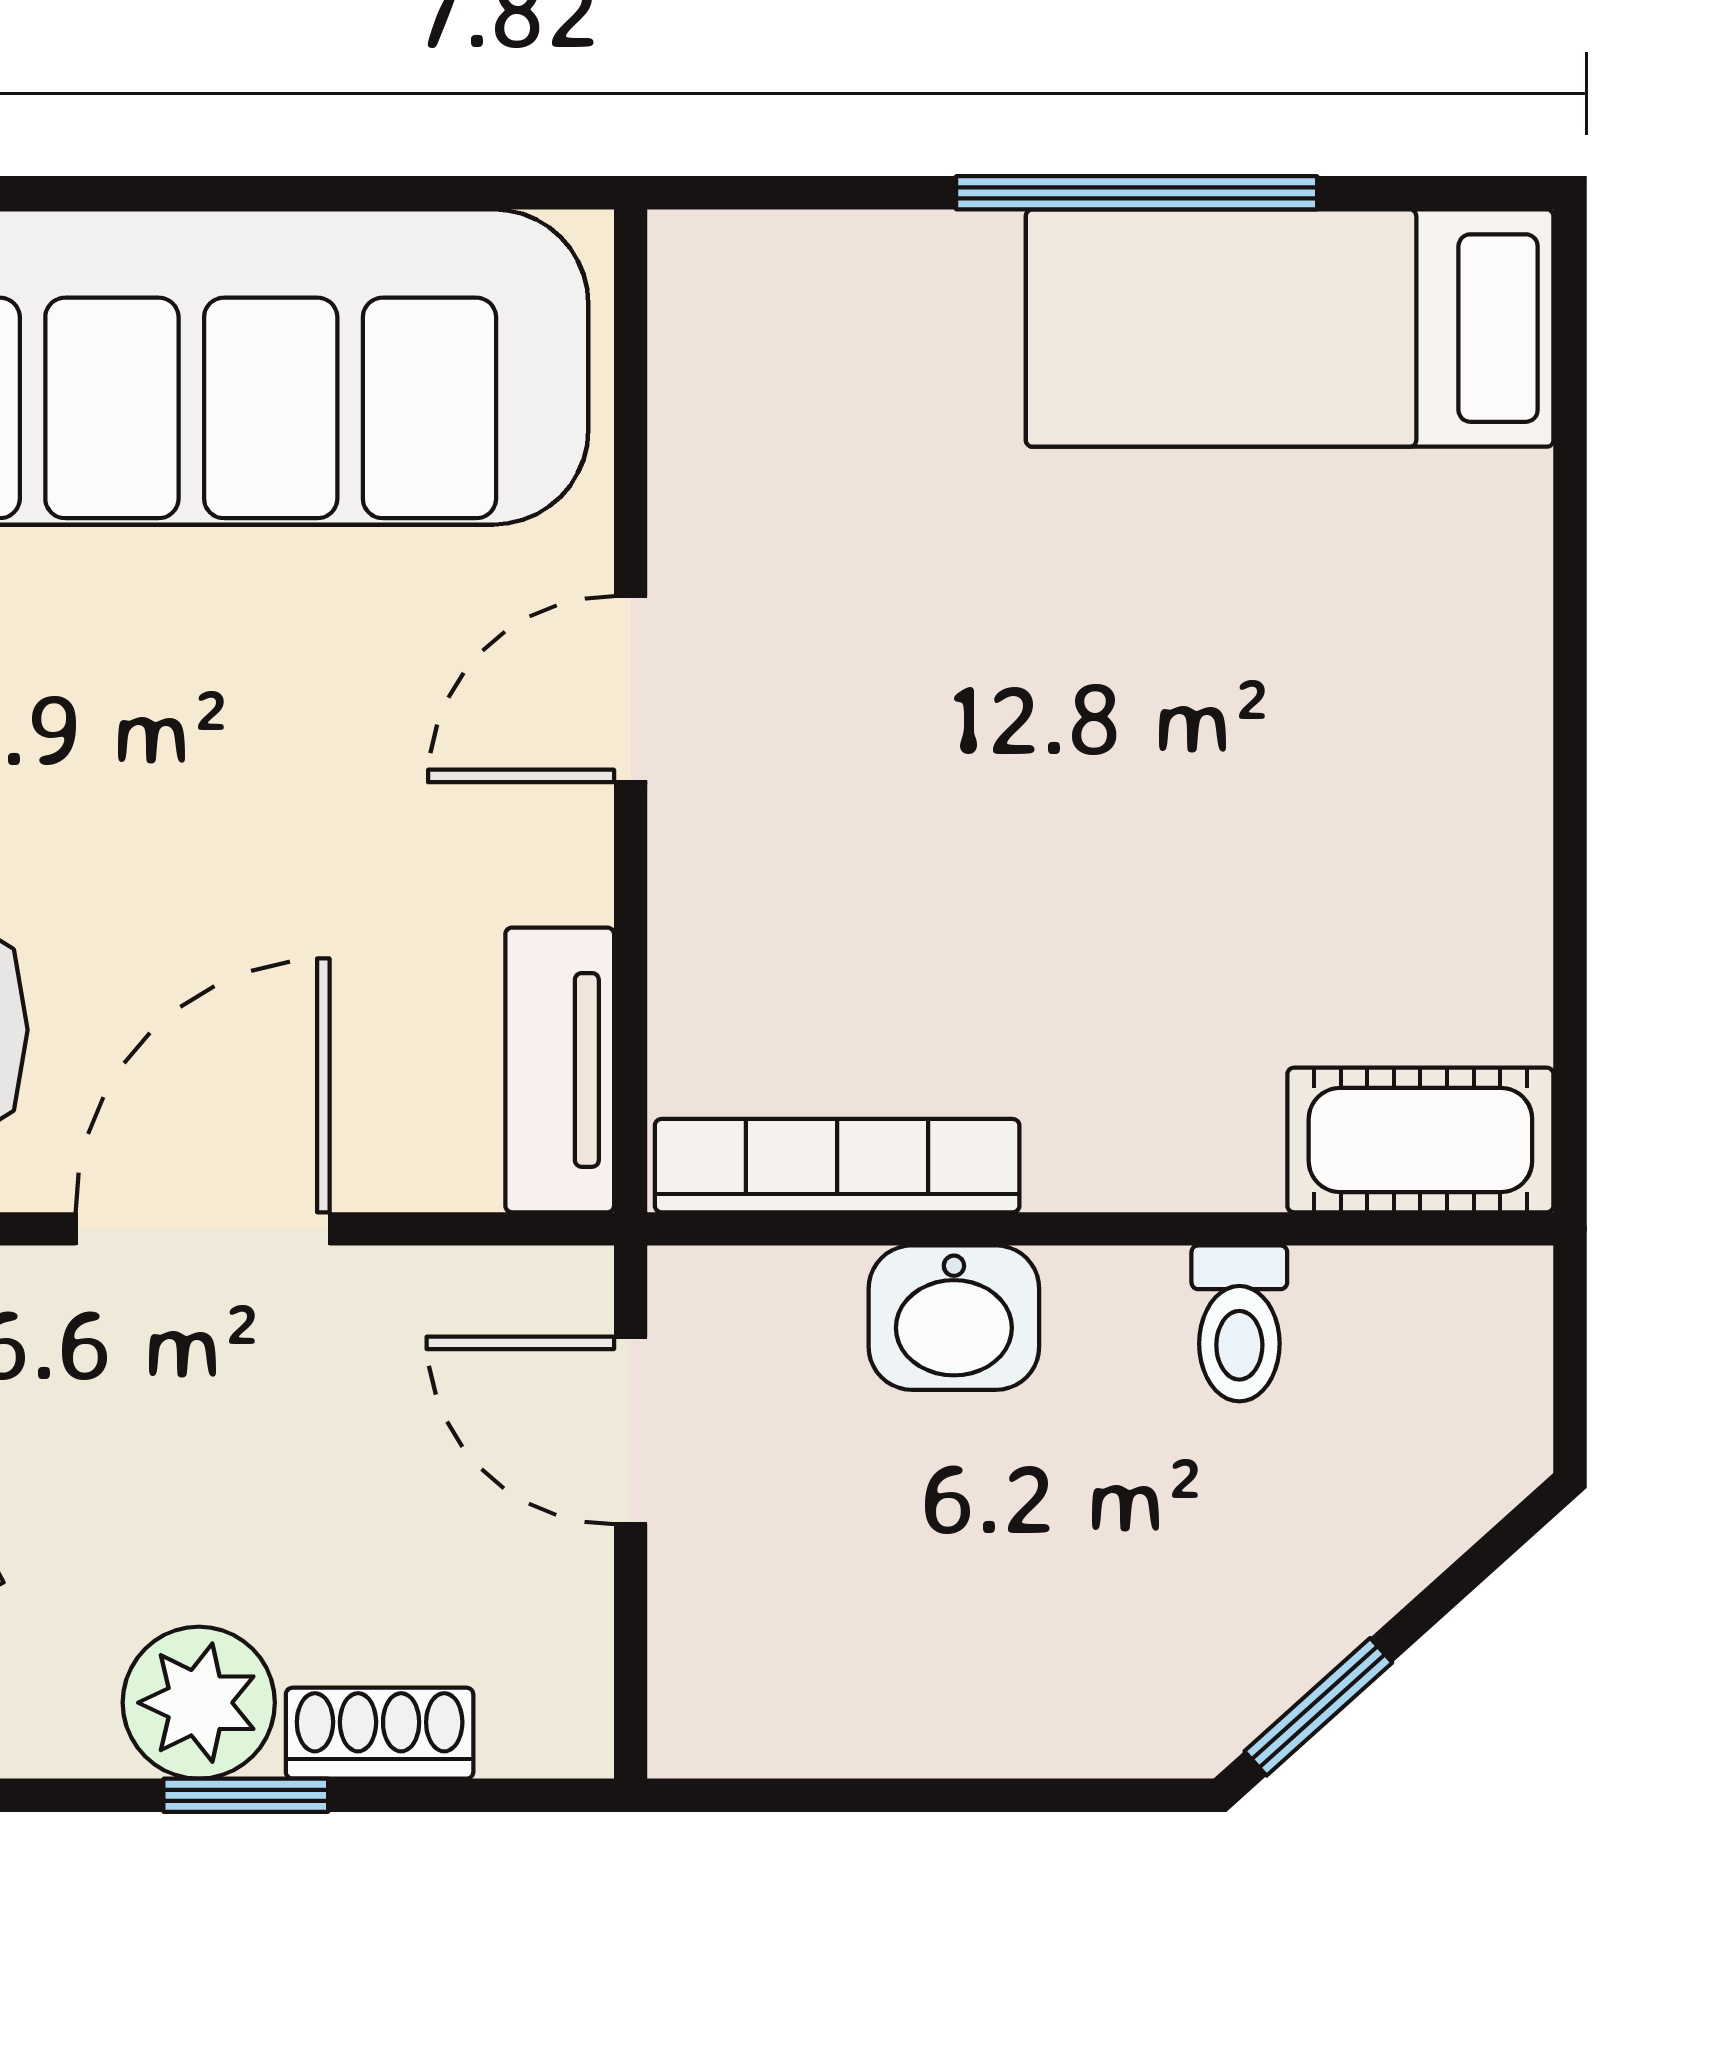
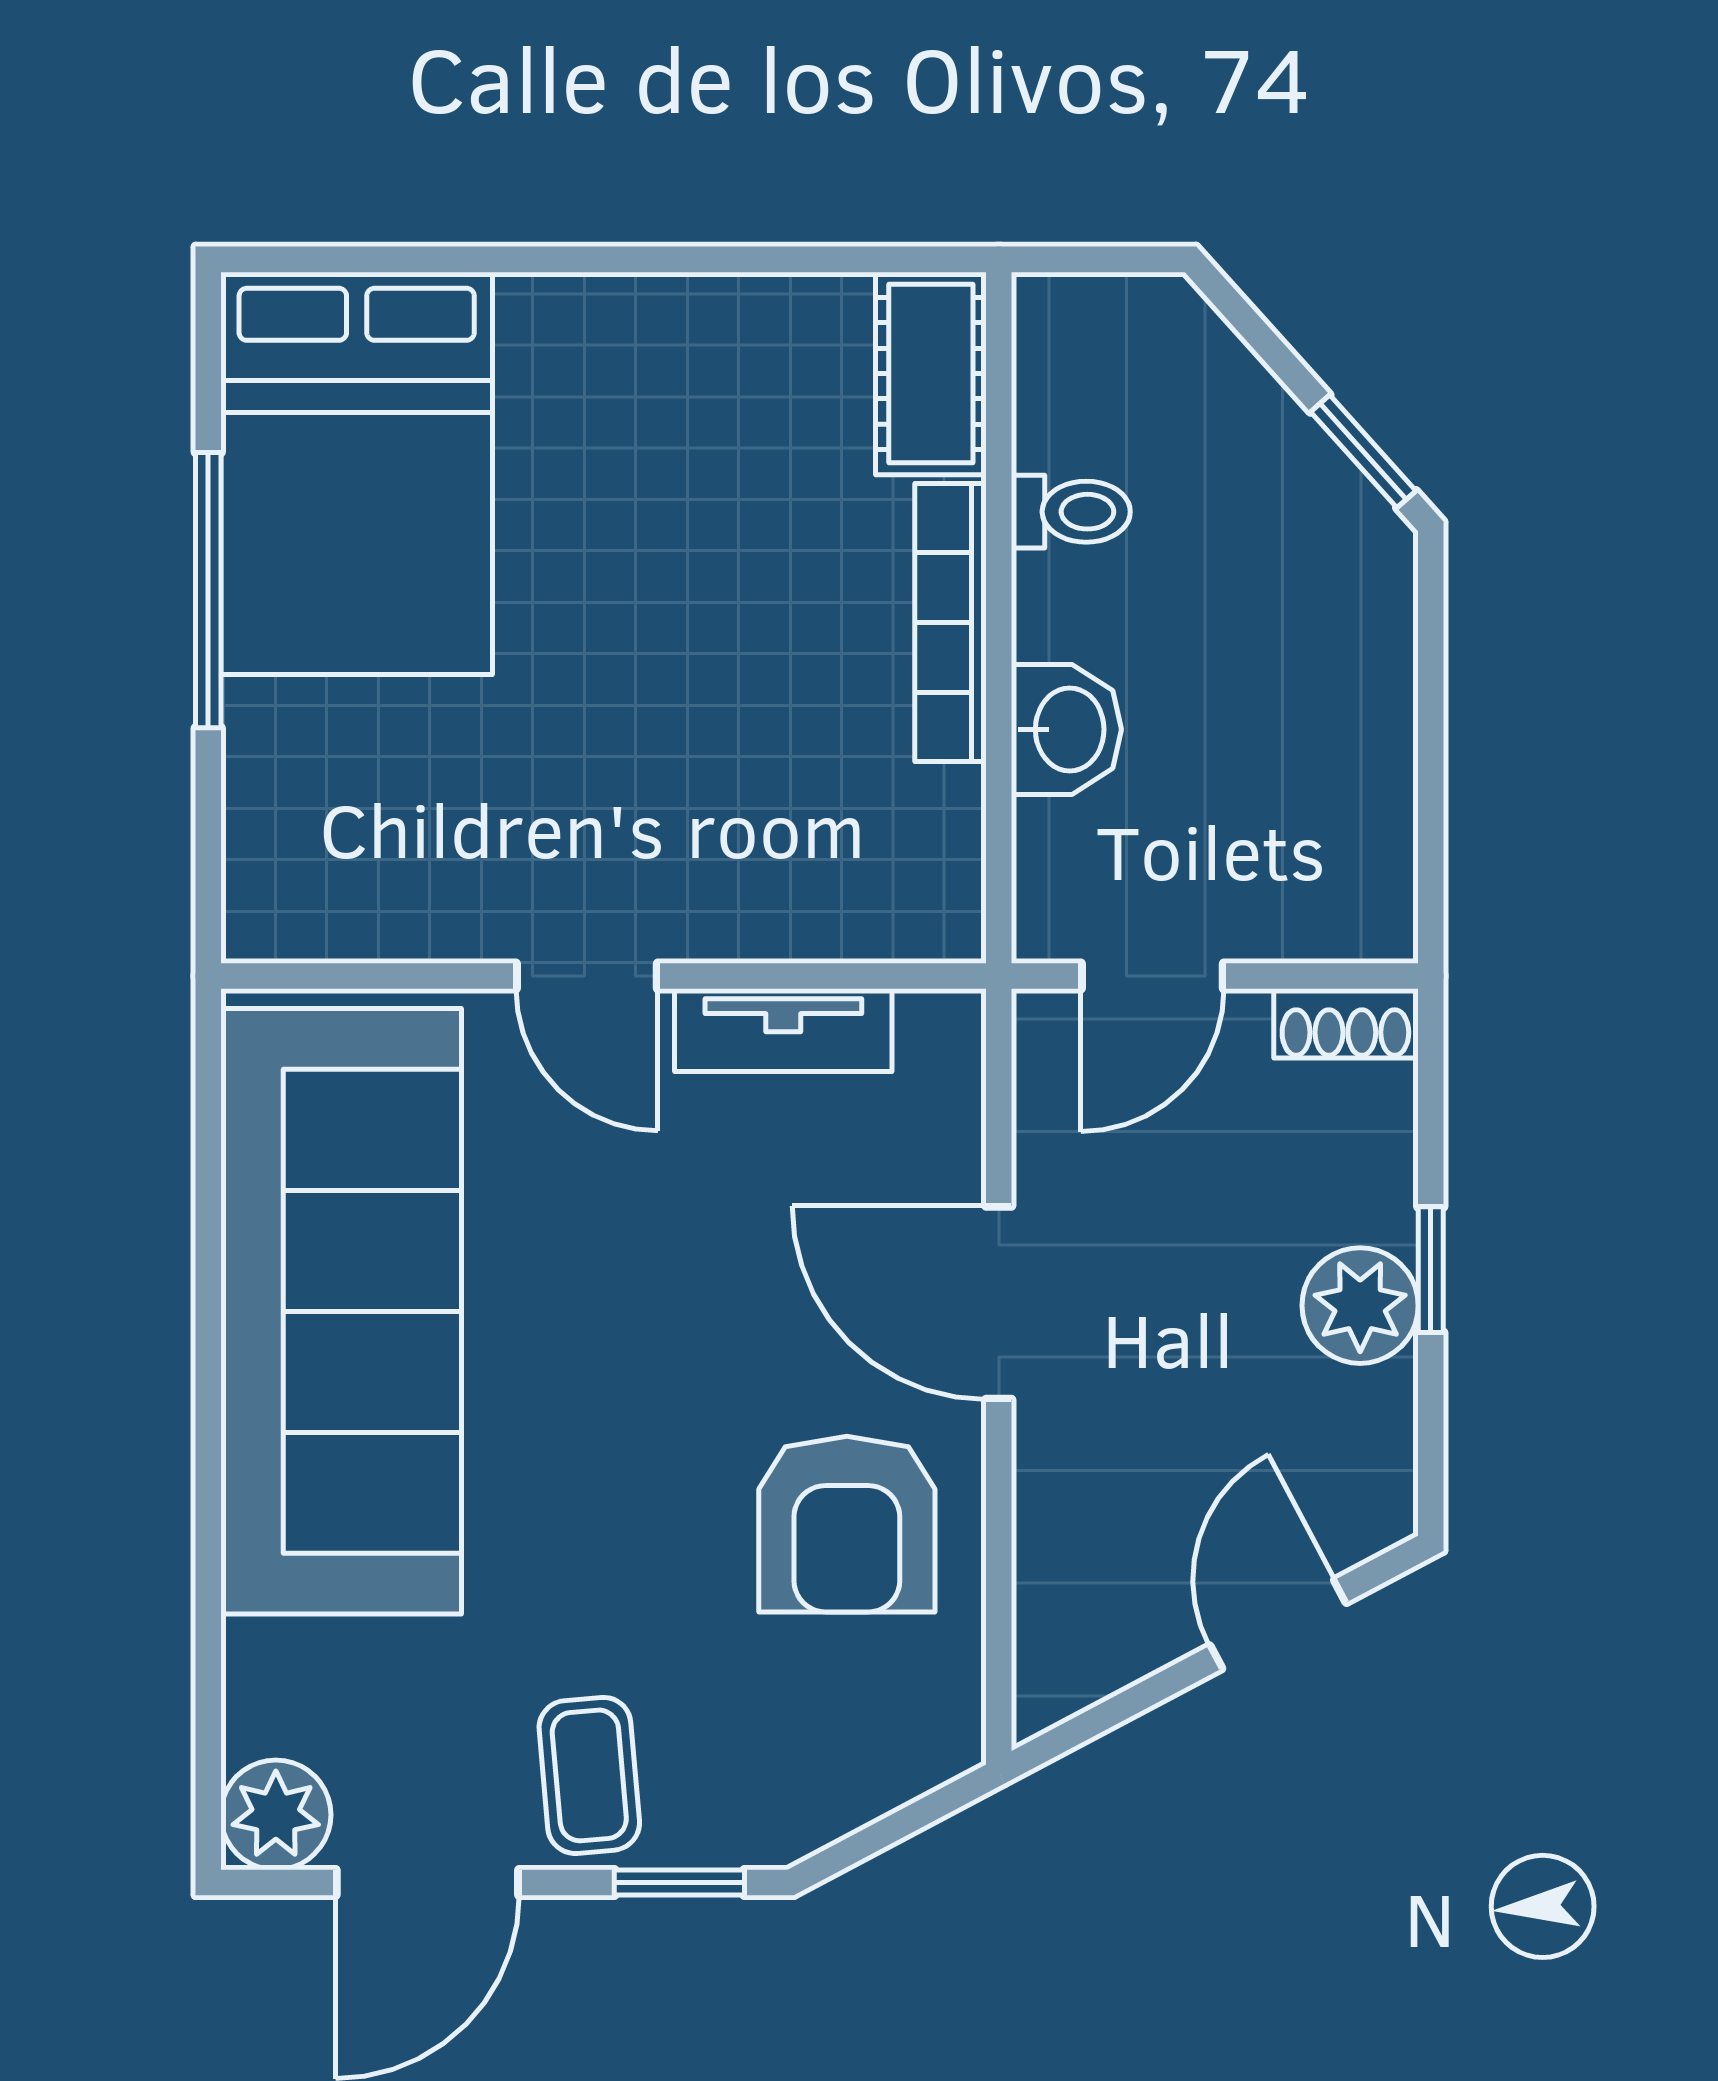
bed: (1290, 328) -> (357, 473), width x1.50
tv unit: (560, 1070) -> (783, 1030), moved
bookcase: (837, 1166) -> (950, 623), moved
shoe rack: (380, 1733) -> (1345, 1023), moved, turned -90

